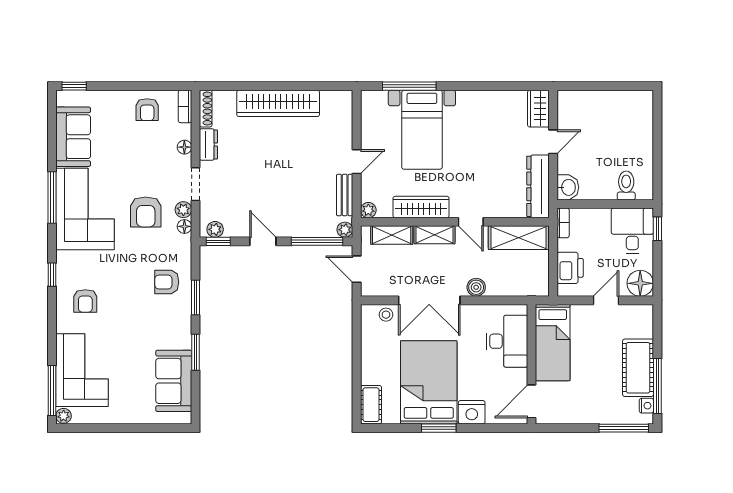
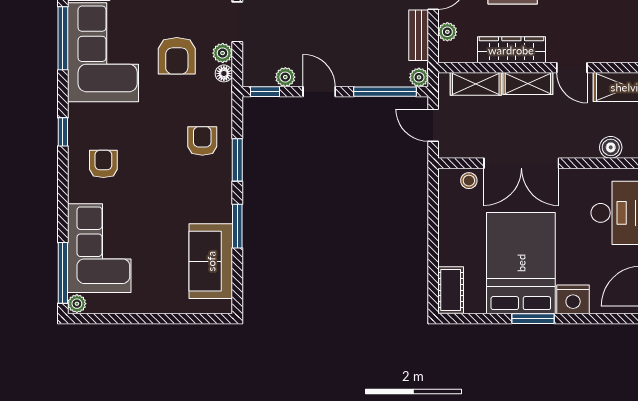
plant: (368, 210) -> (447, 32), moved
plant: (215, 229) -> (285, 77), moved
armchair: (167, 282) -> (202, 141), turned 90
boiler: (476, 287) -> (611, 147), moved
armchair: (85, 301) -> (103, 164), turned 180

